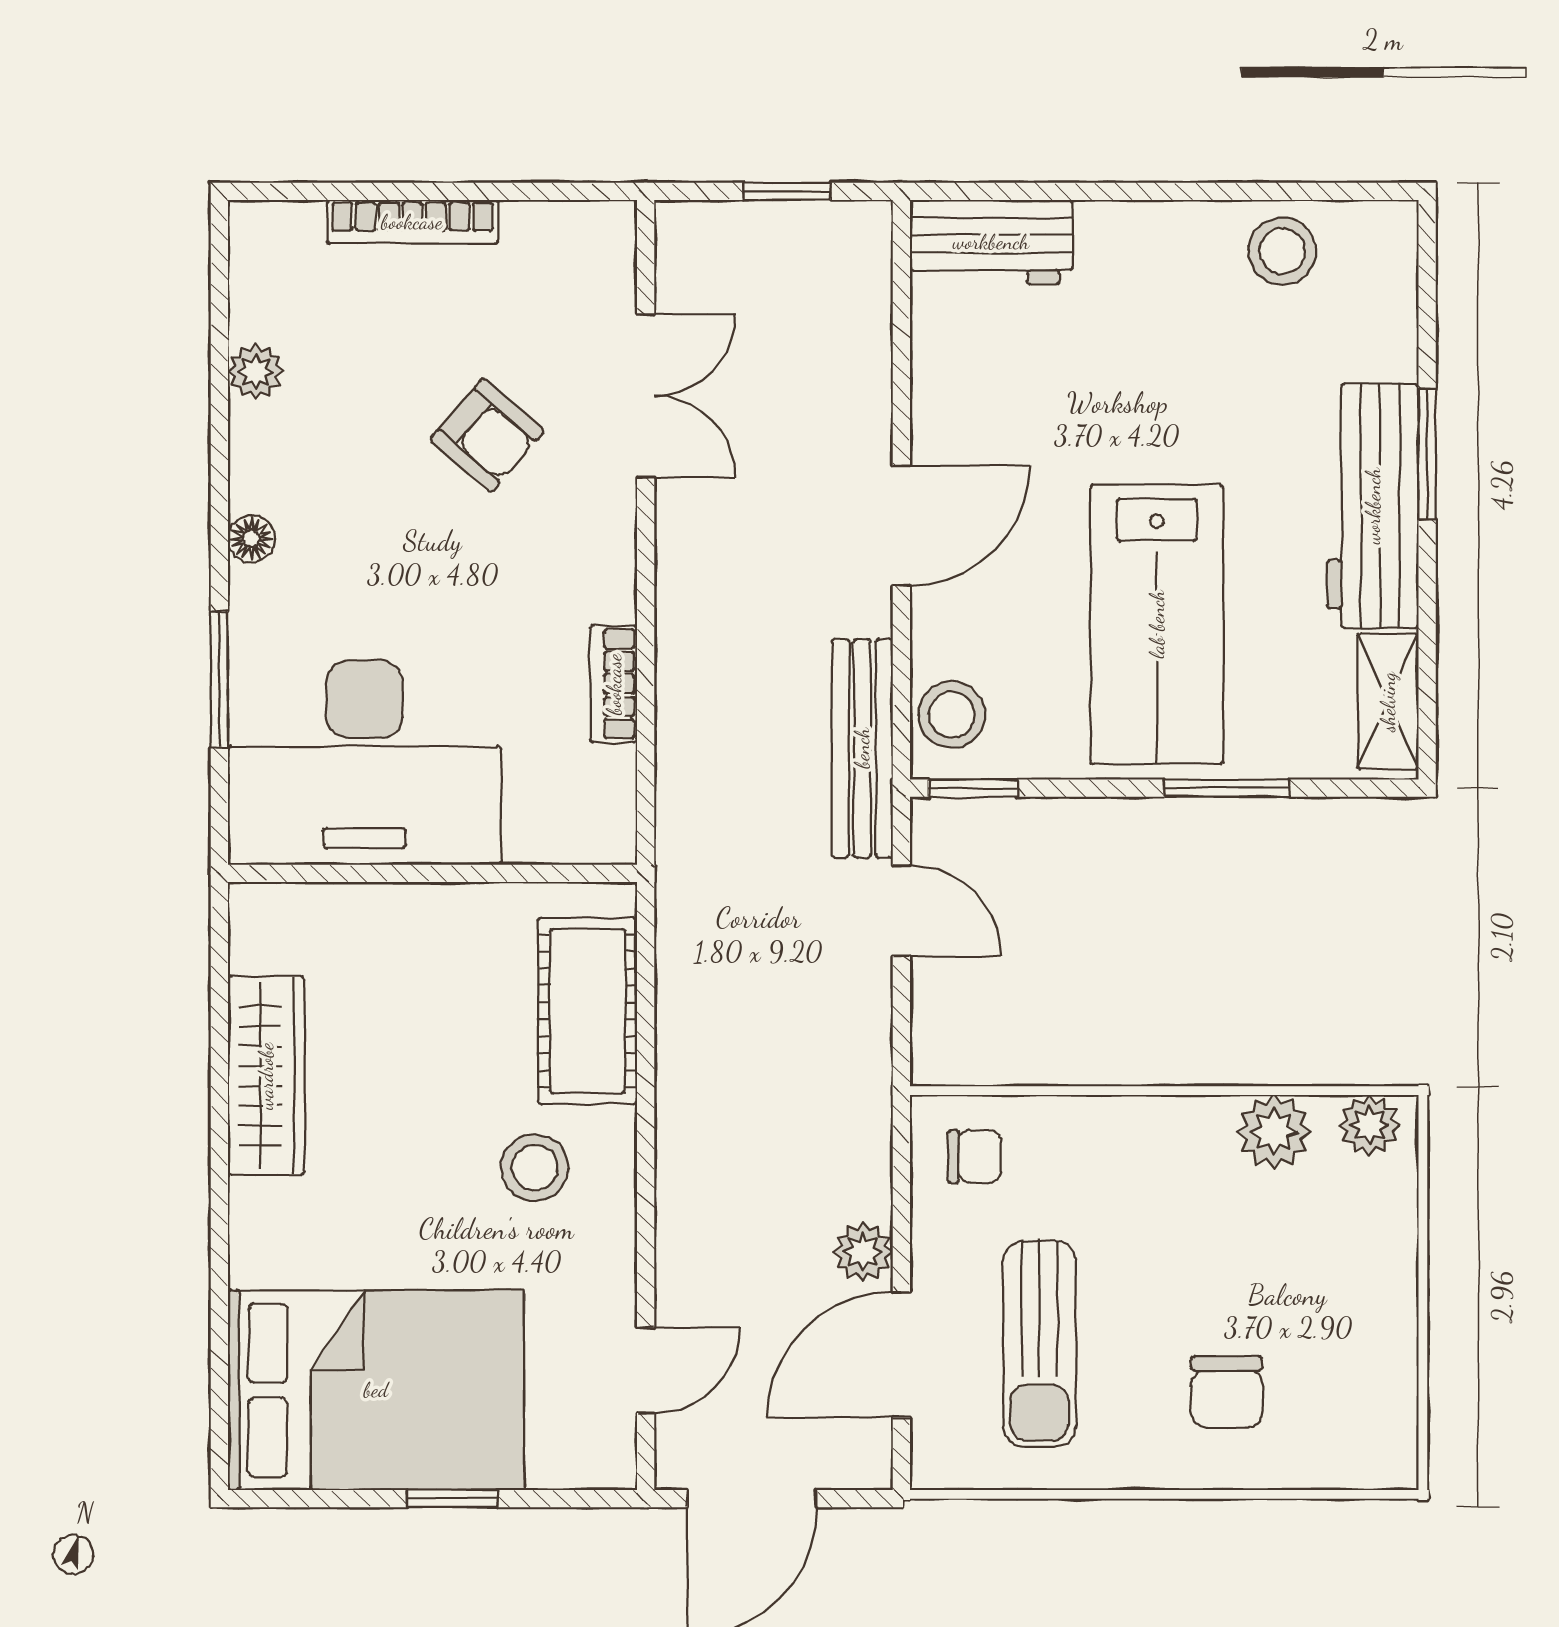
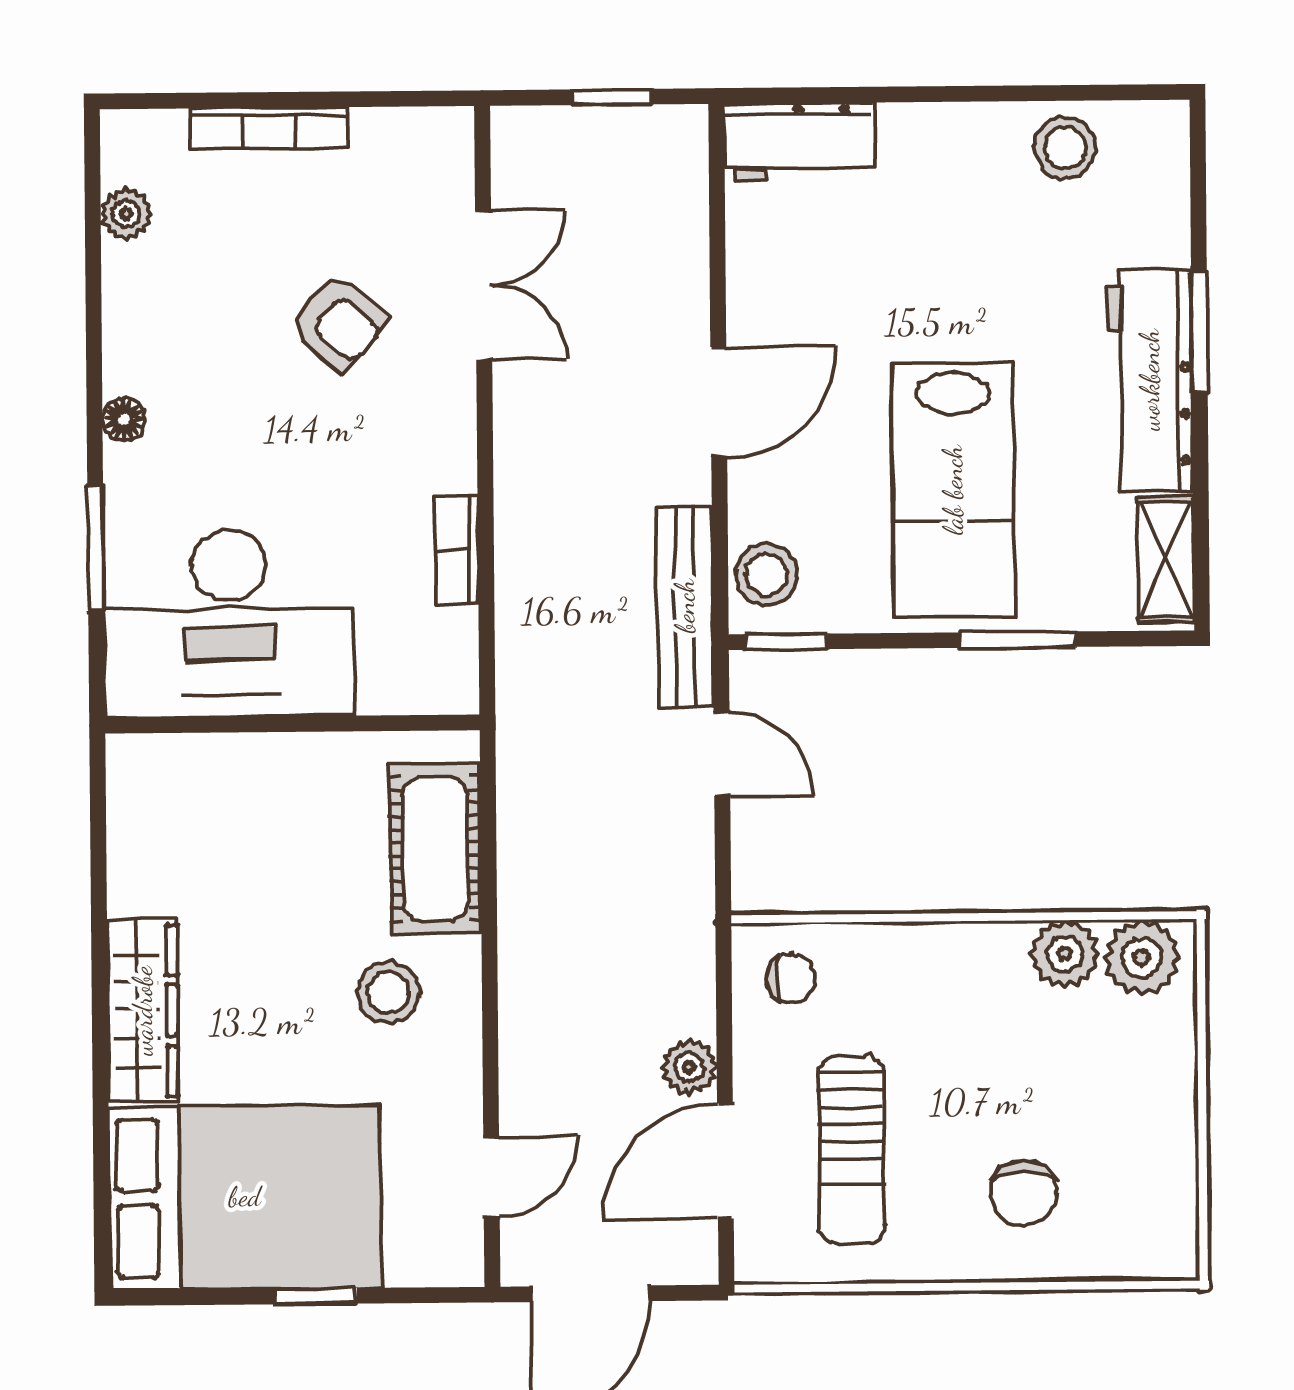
plant: (256, 372) -> (126, 214), moved
wardrobe: (266, 1076) -> (143, 1011), moved
plant: (1369, 1125) -> (1142, 958), width x1.38, depth x1.38

